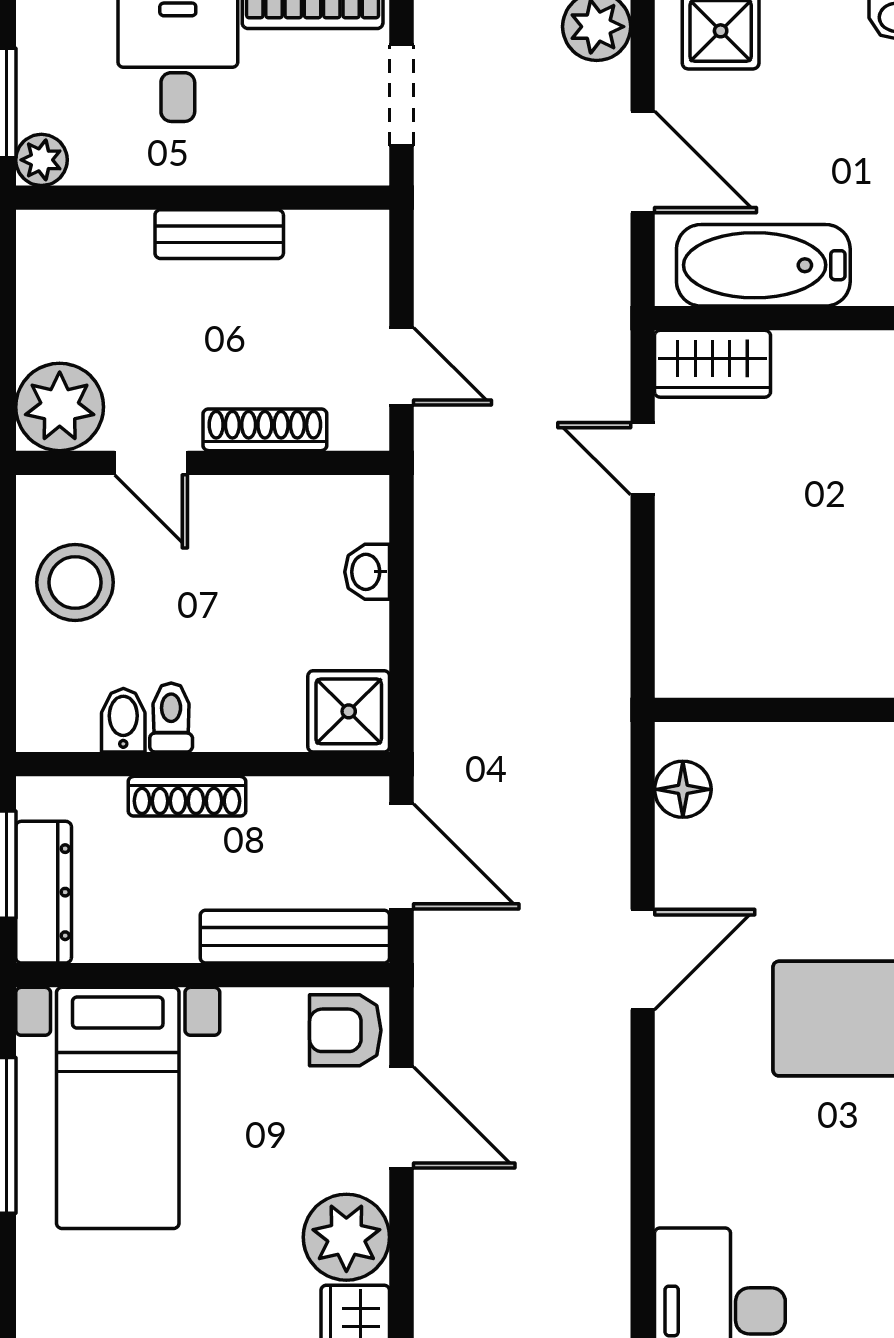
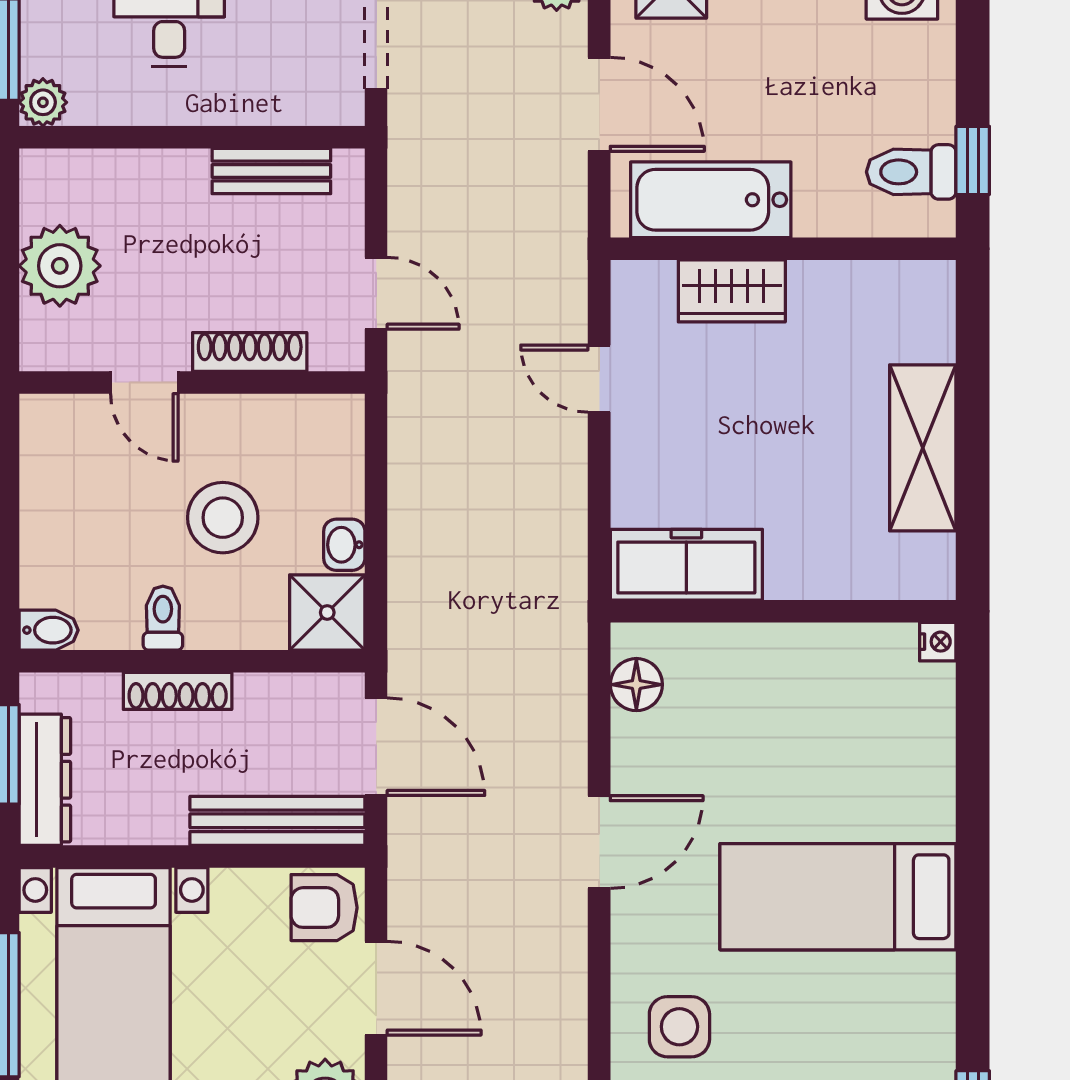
bench: (219, 234) -> (271, 171), moved
wardrobe: (713, 364) -> (732, 291), moved
plant: (60, 407) -> (60, 266), moved
washbasin: (367, 572) -> (344, 545), moved
stool: (75, 582) -> (223, 518), moved
freezer: (737, 660) -> (686, 565), added
bidet: (123, 720) -> (49, 630), moved, turned 90
side table: (729, 1159) -> (679, 1027), added

